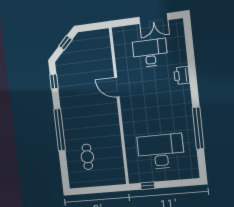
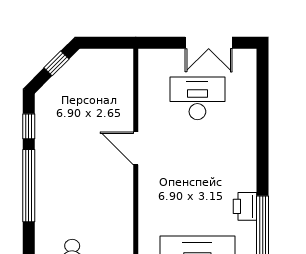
printer: (182, 75) -> (245, 206), moved
window: (60, 130) -> (29, 186), moved

